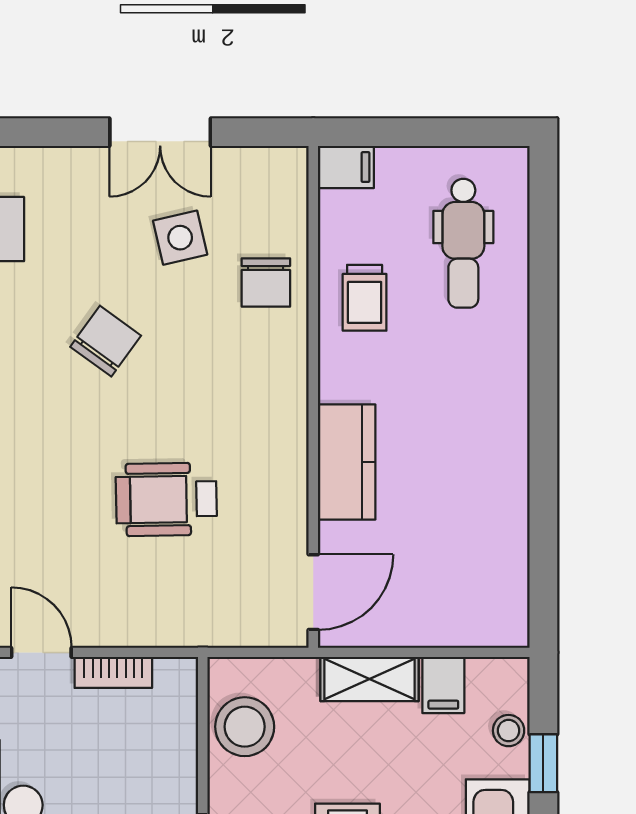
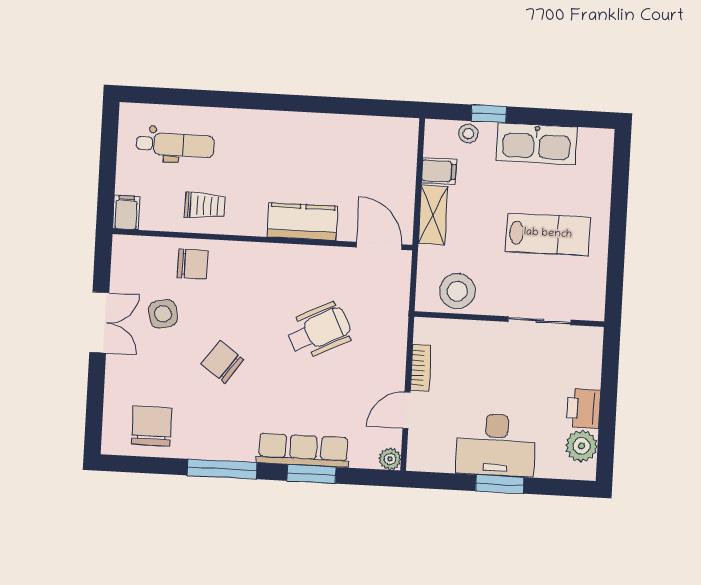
wheelchair: (166, 499) -> (319, 331), turned -116

